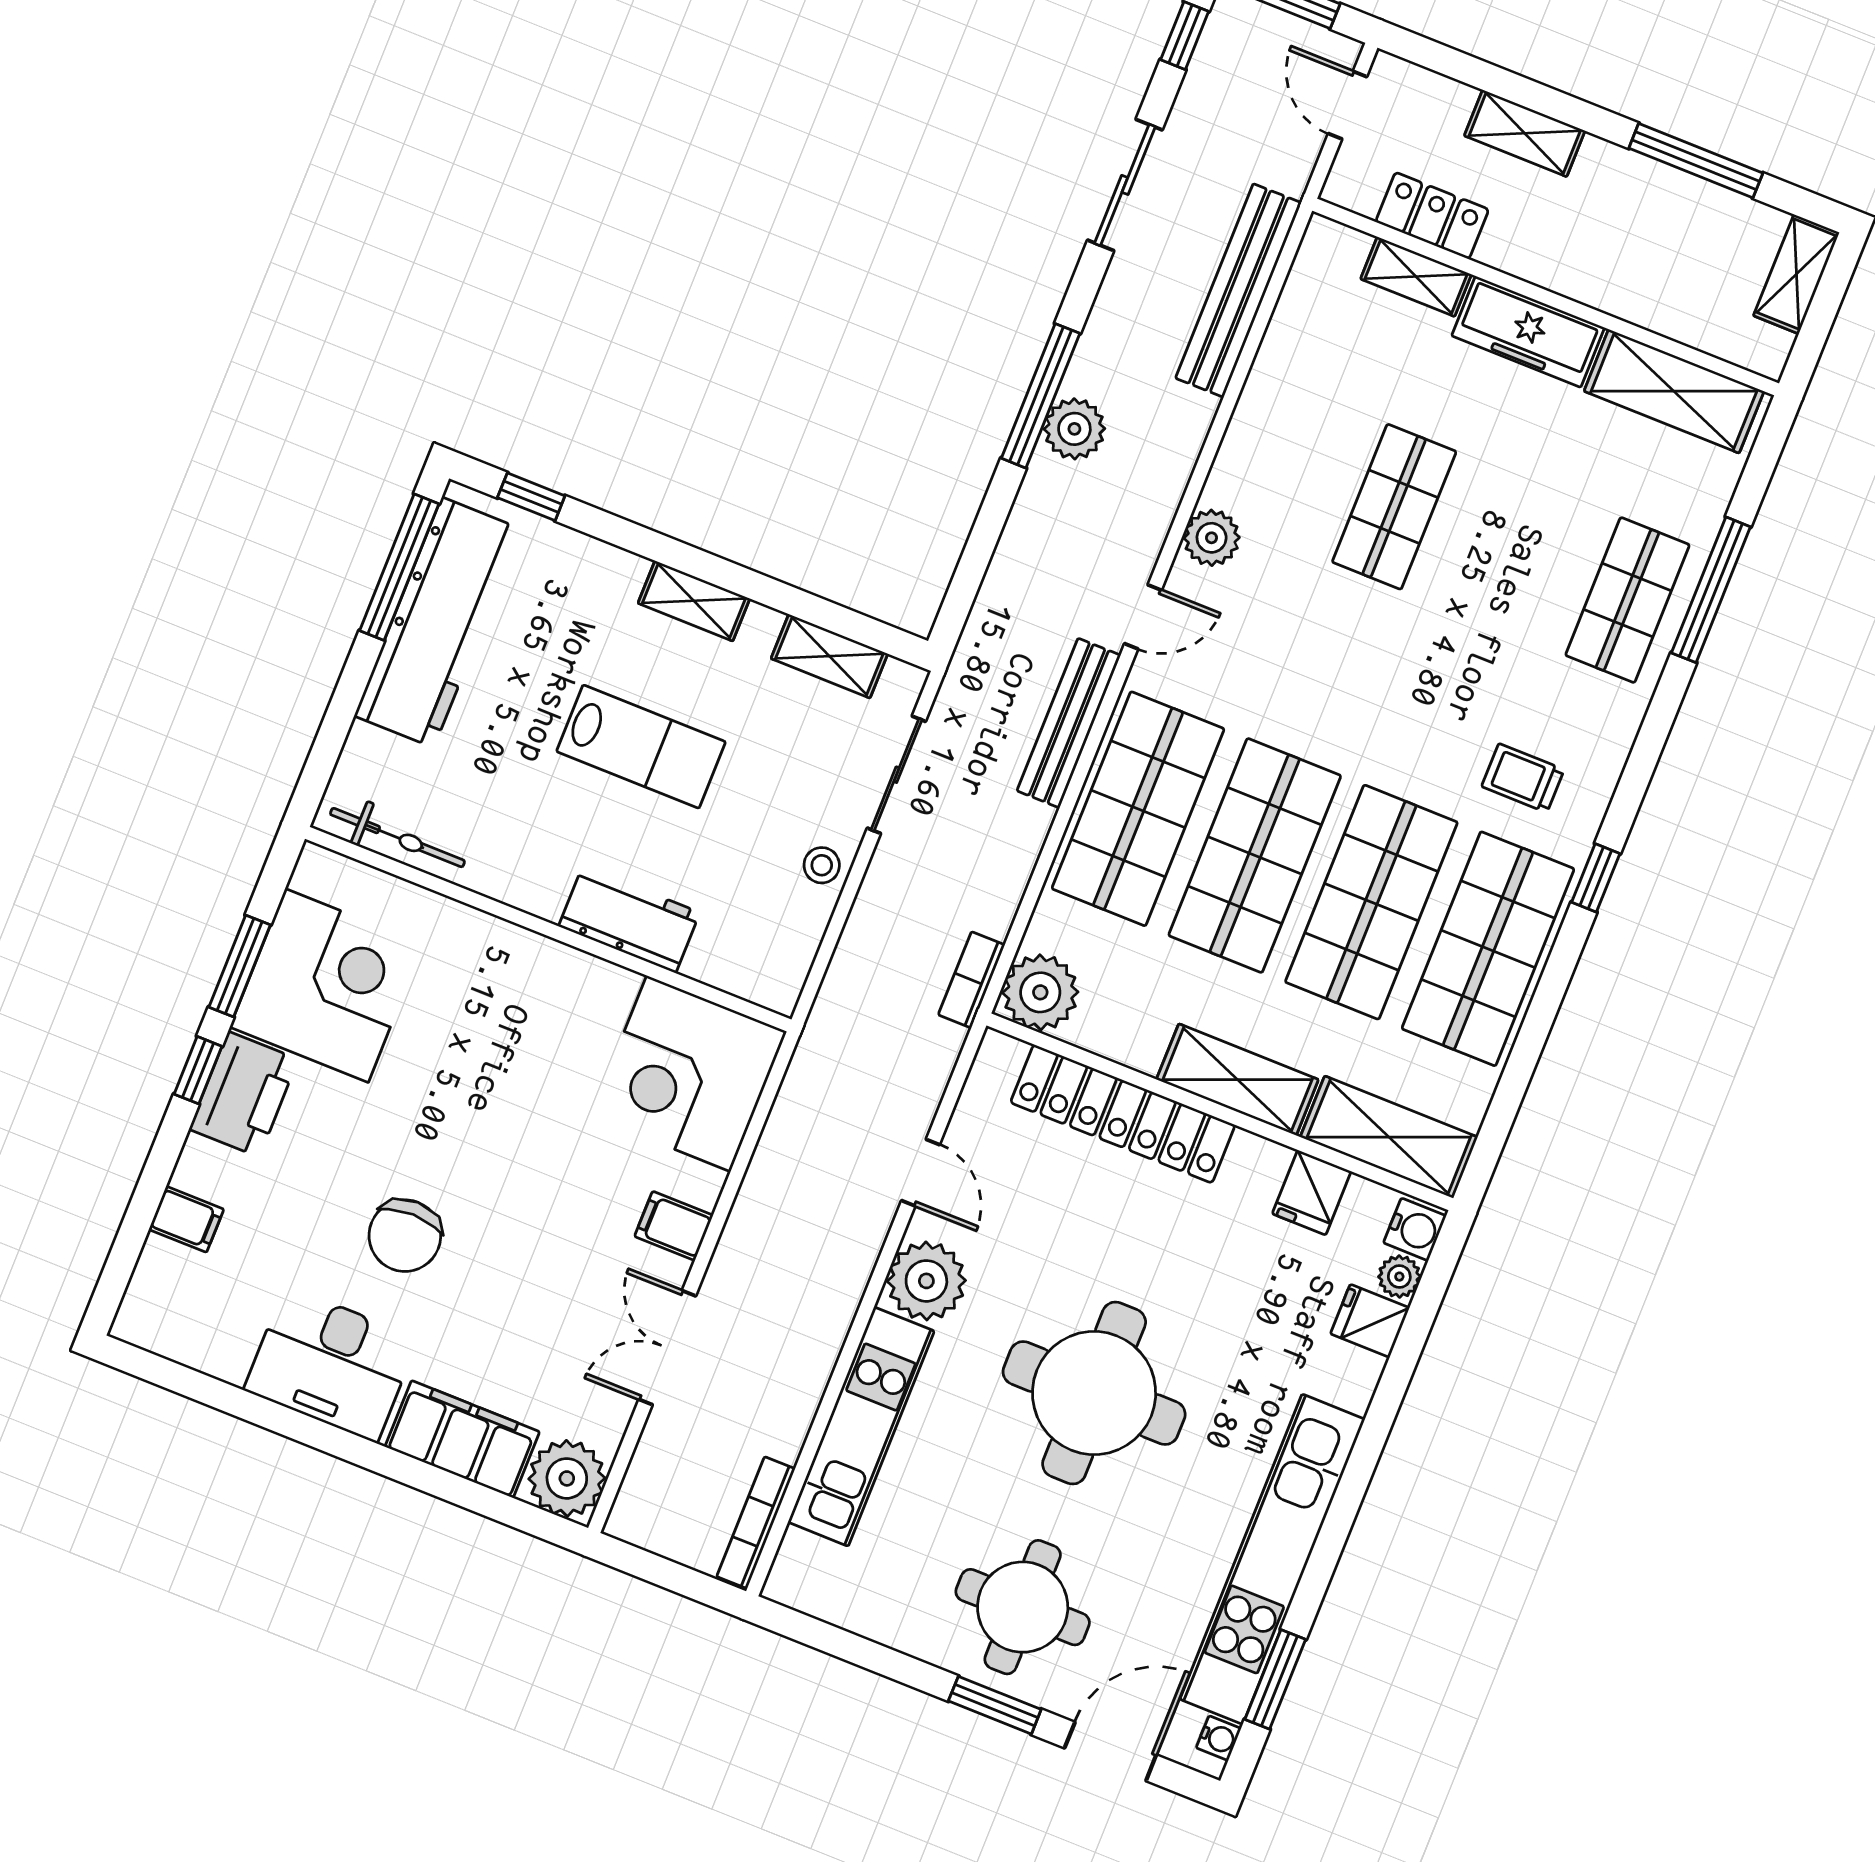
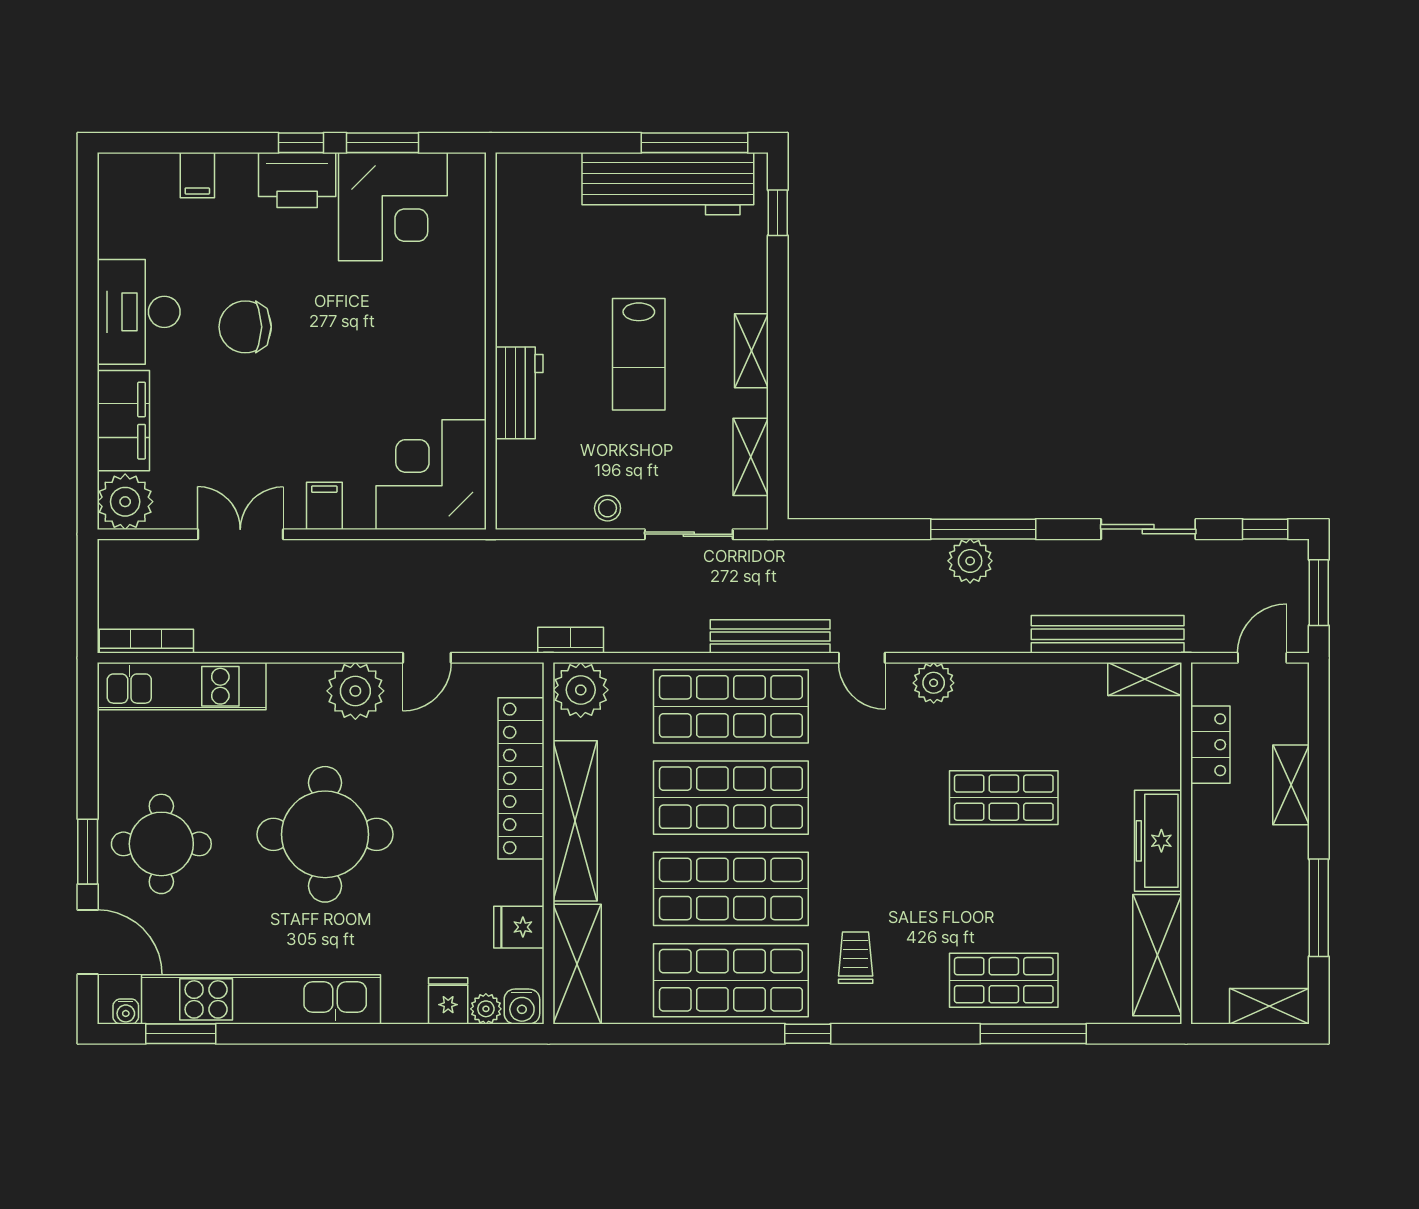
shelving: (1416, 277) -> (1145, 679), moved, turned 90
bicycle: (397, 838) -> (512, 215), removed
shelving: (1237, 1080) -> (575, 821), width x1.47
kitchen unit: (861, 1427) -> (182, 686), moved

